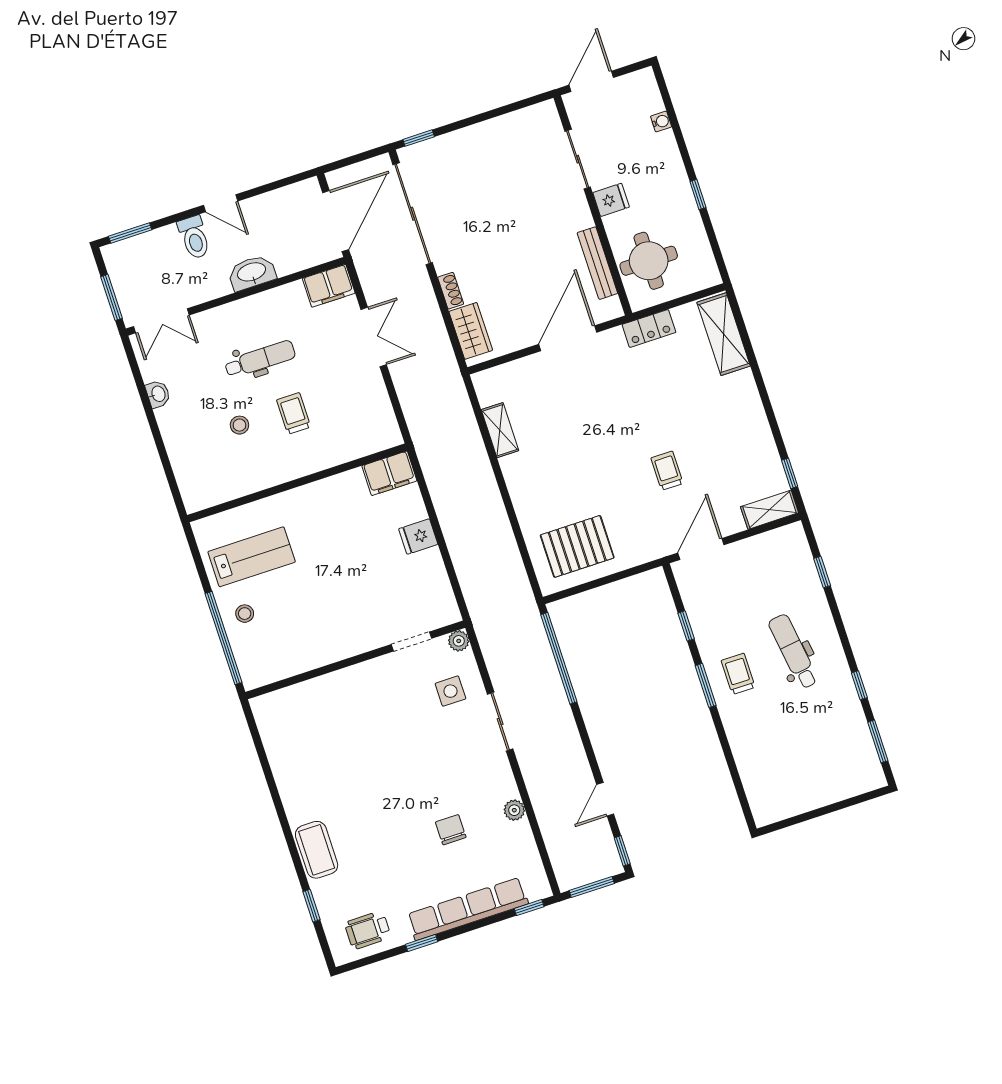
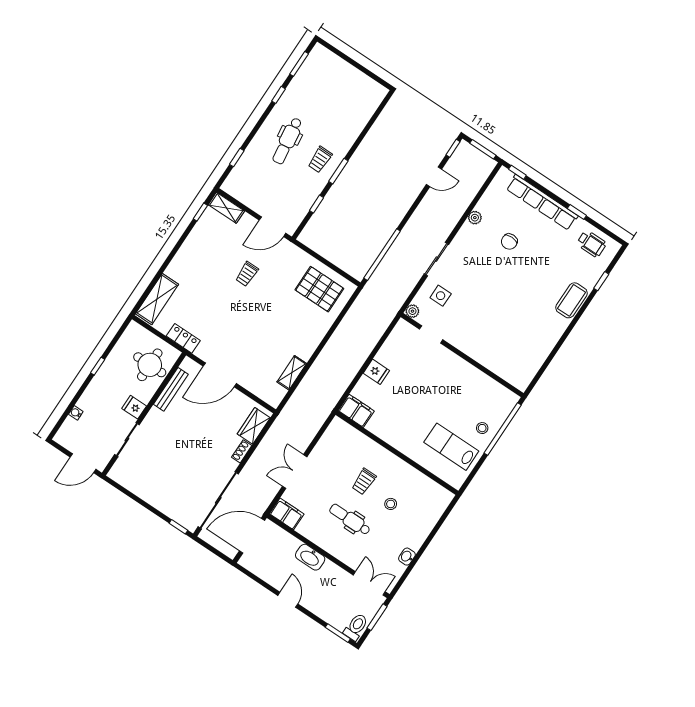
toilet: (194, 237) -> (356, 627), moved

